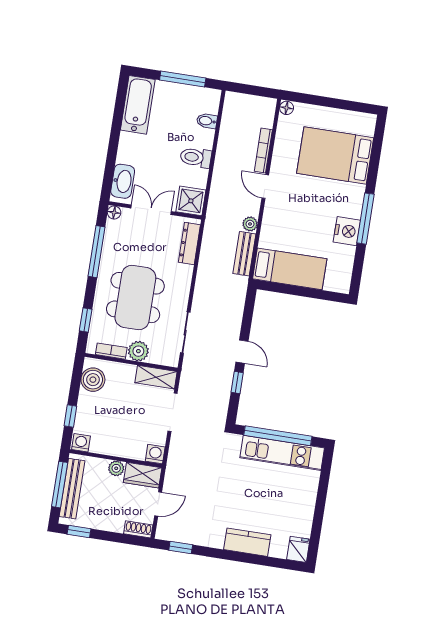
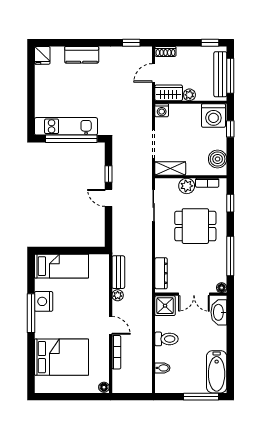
window: (183, 79) -> (201, 397), moved
bed: (290, 269) -> (61, 266), moved, turned 180
dining table: (135, 298) -> (195, 226), width x0.73
washing machine: (81, 443) -> (213, 115), width x1.89, depth x1.89

